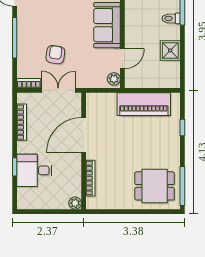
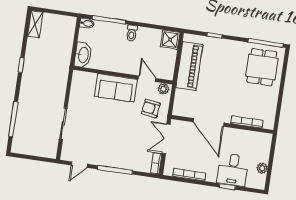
toilet: (171, 18) -> (132, 33), moved
shower: (170, 50) -> (170, 40), moved
armchair: (55, 55) -> (151, 108), moved
plant: (75, 203) -> (262, 168), moved

